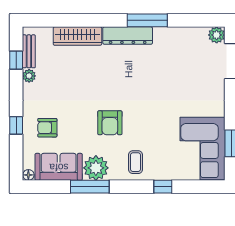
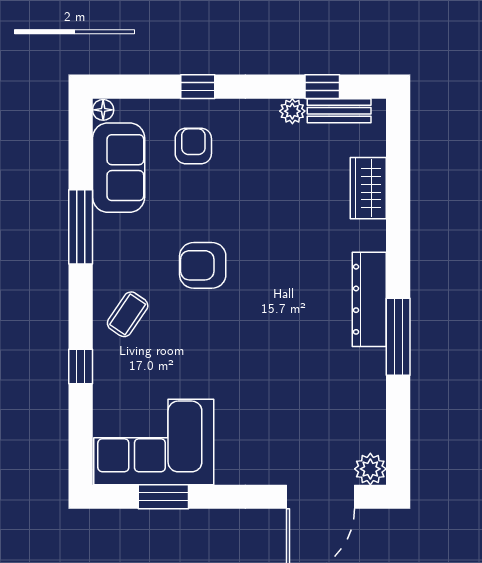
wardrobe: (77, 36) -> (368, 188), width x0.67
coffee table: (136, 162) -> (128, 314), turned -56
plant: (96, 168) -> (117, 239), removed

